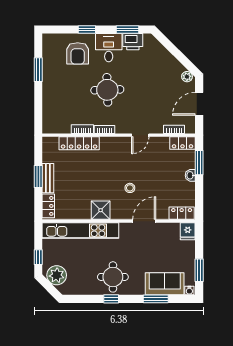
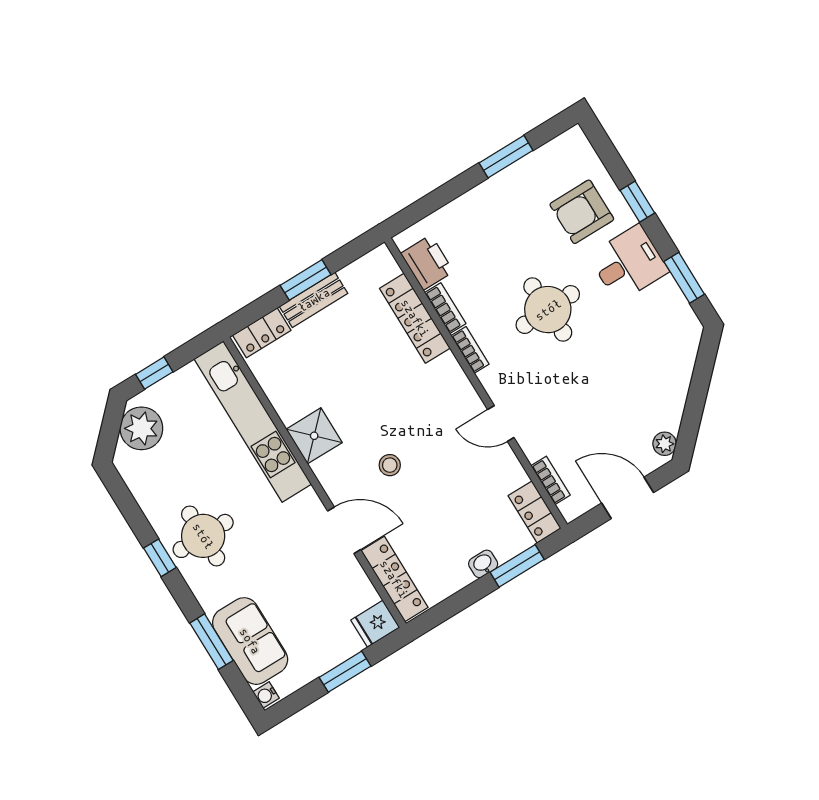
printer: (133, 42) -> (427, 263), moved, turned 180
locker: (182, 213) -> (394, 579), width x1.53
window: (199, 270) -> (345, 672), moved

